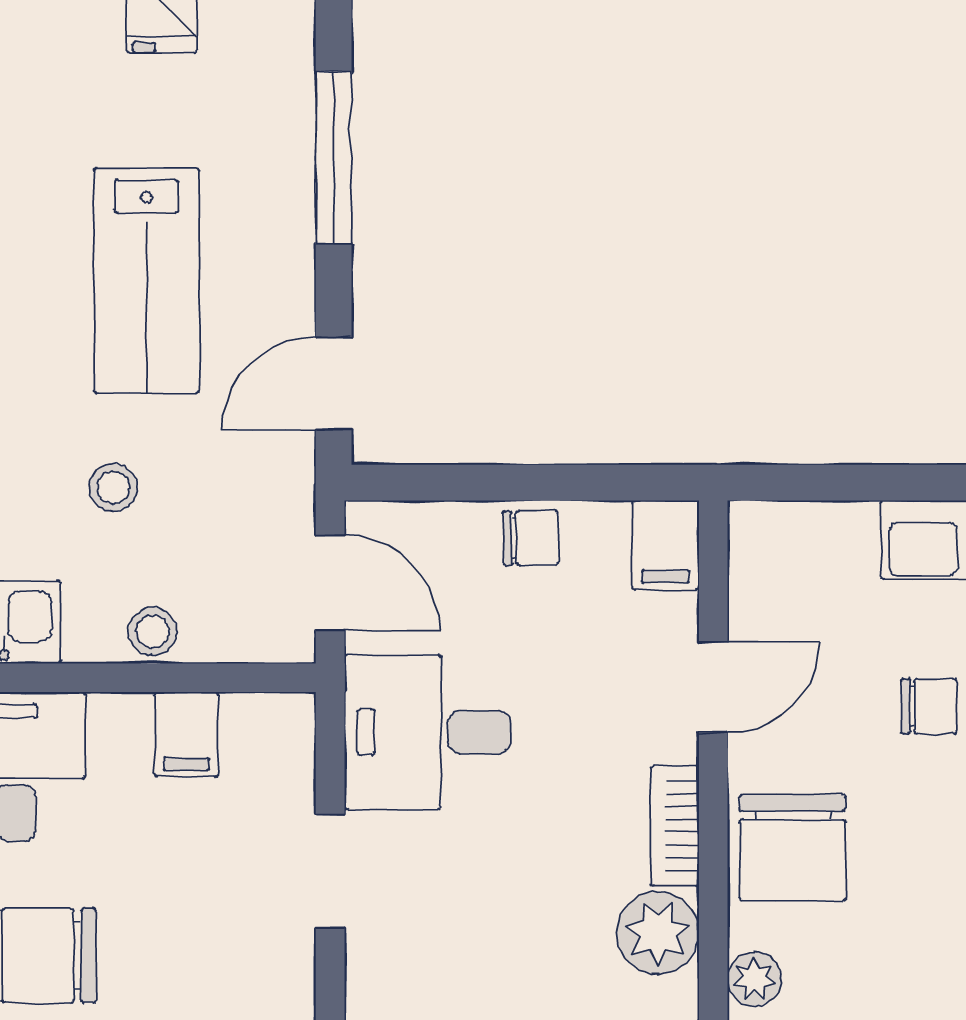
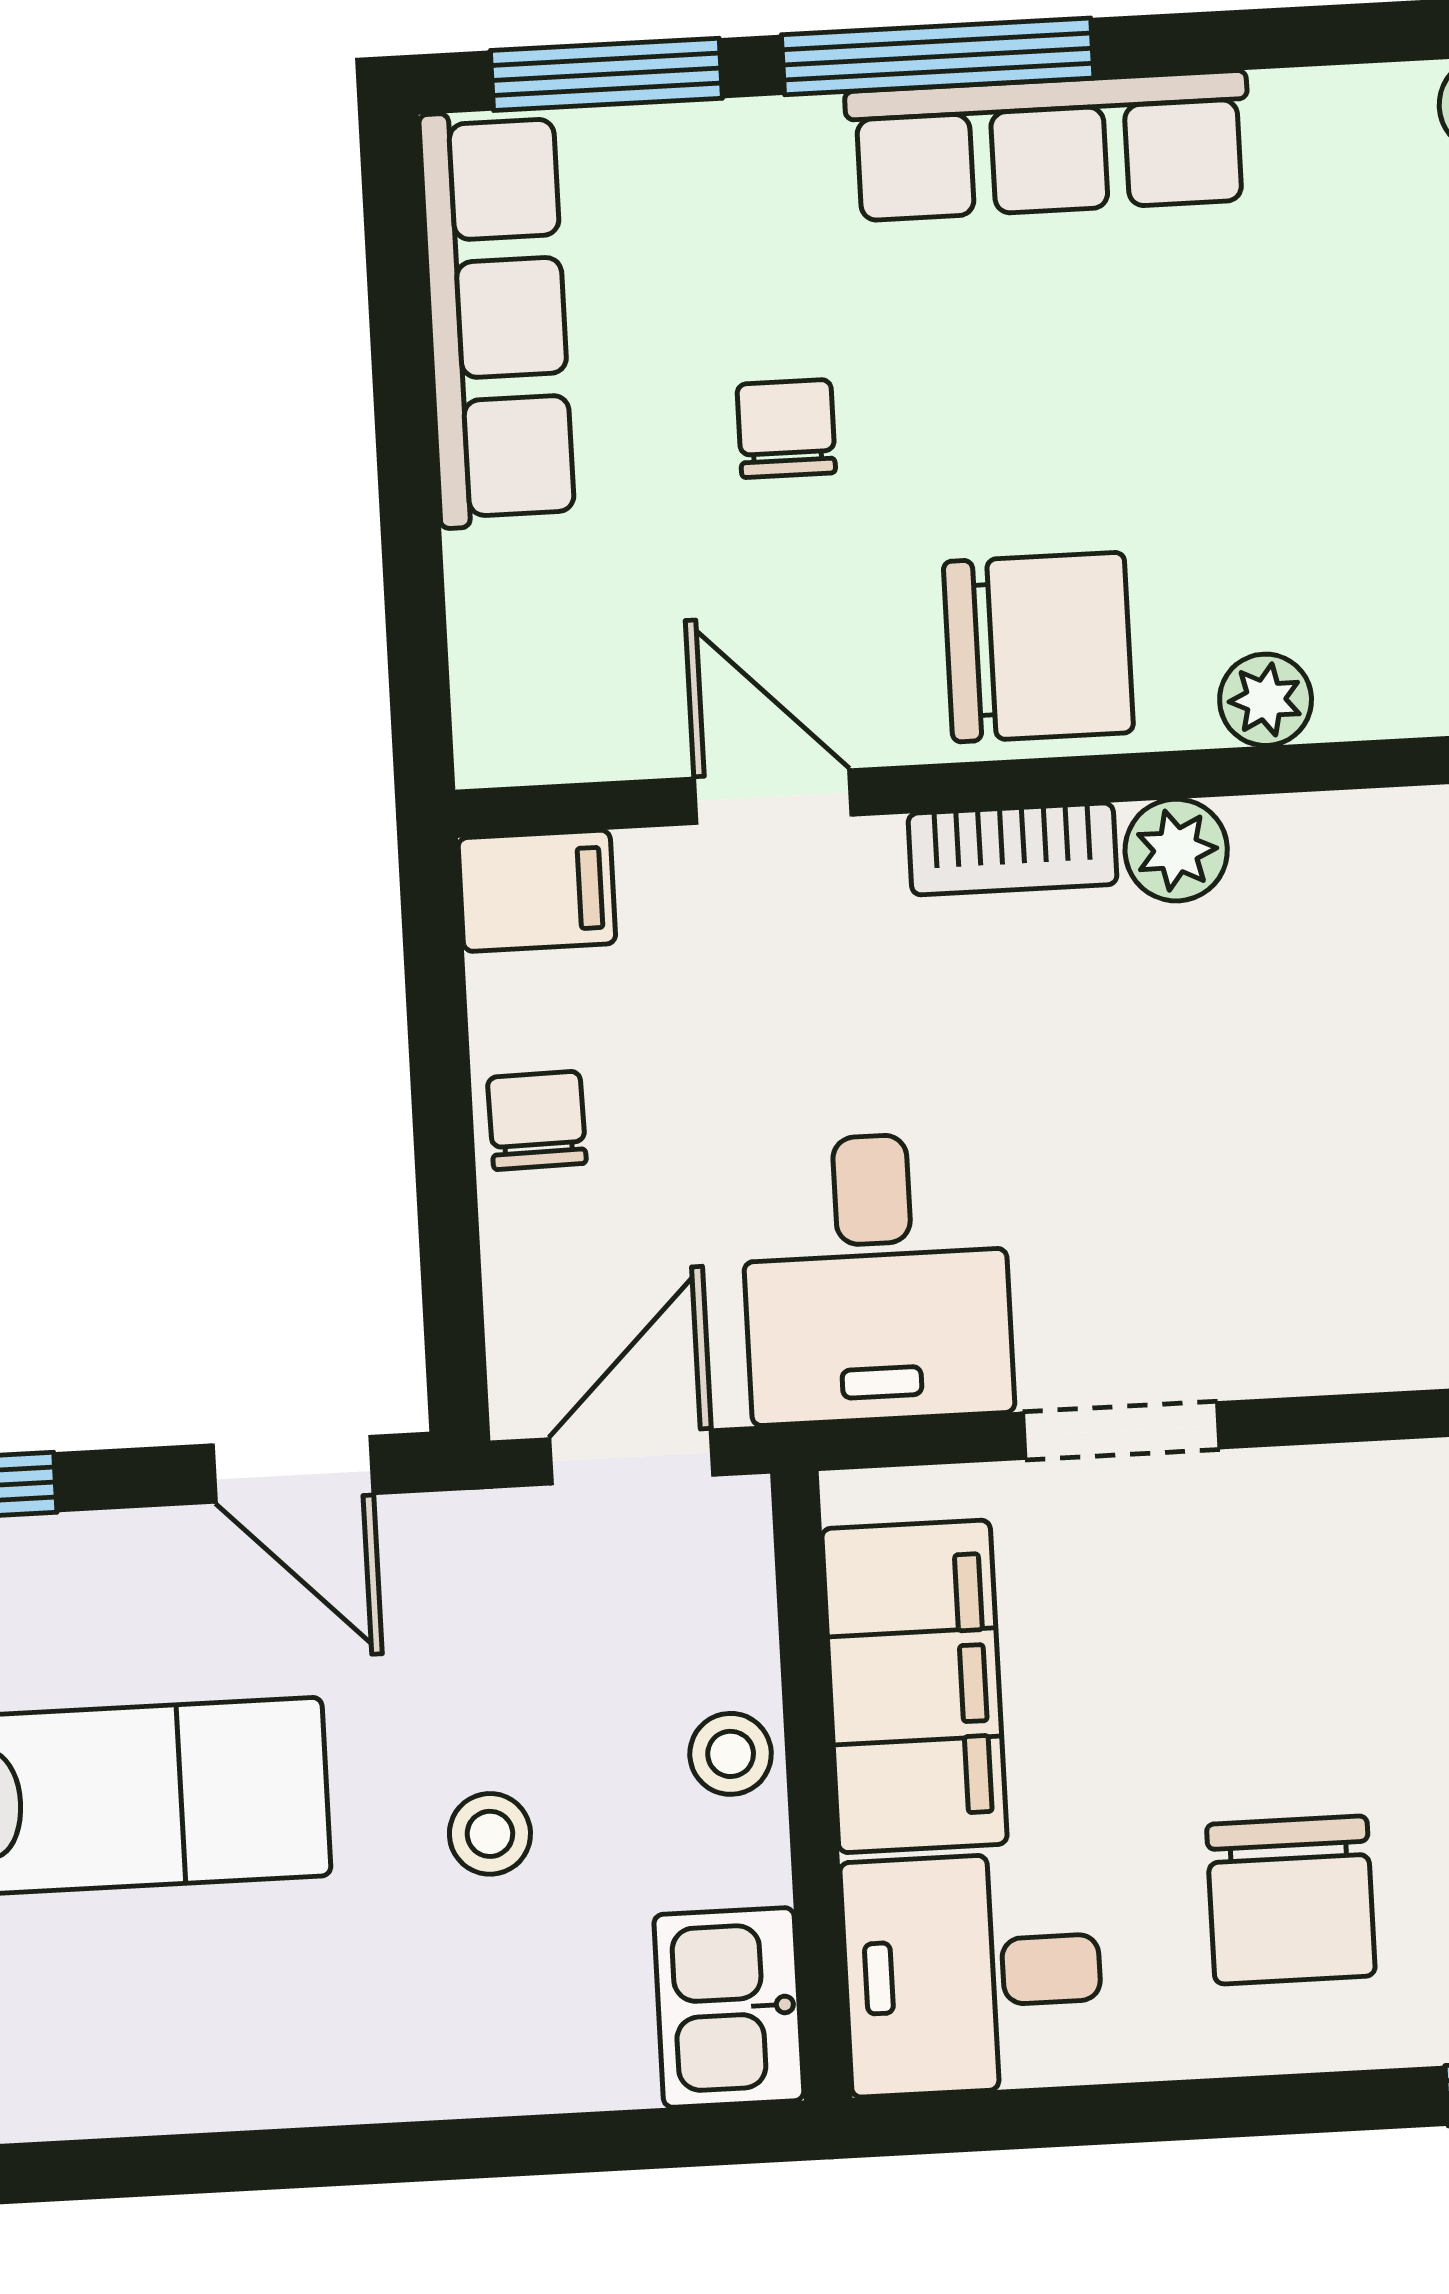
filing cabinet: (186, 734) -> (914, 1686), width x3.00, depth x1.17
plant: (658, 933) -> (1176, 850), width x0.73, depth x0.73

